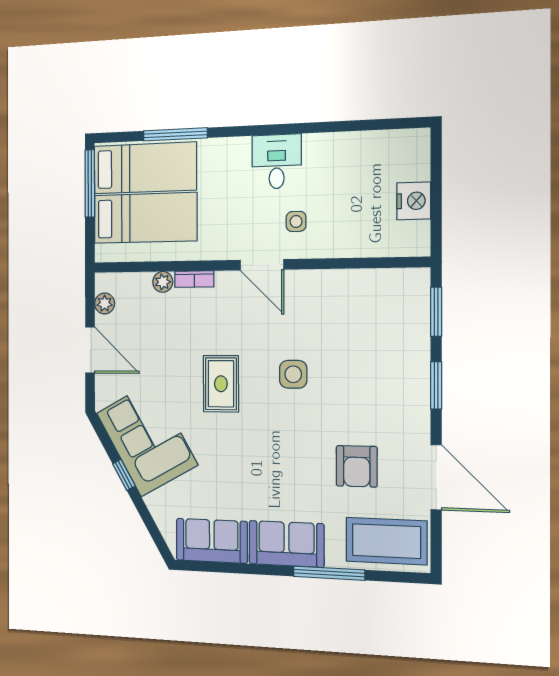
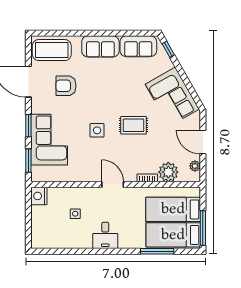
nightstand: (414, 201) -> (39, 196), moved
side table: (296, 221) -> (75, 214), moved
plant: (163, 282) -> (168, 172), width x1.88, depth x1.88
corner sofa: (392, 356) -> (49, 140), added
rug: (221, 384) -> (134, 125), turned 90
armchair: (357, 466) -> (66, 86), turned -90
window: (124, 475) -> (168, 49), moved
window: (329, 573) -> (79, 33), removed

